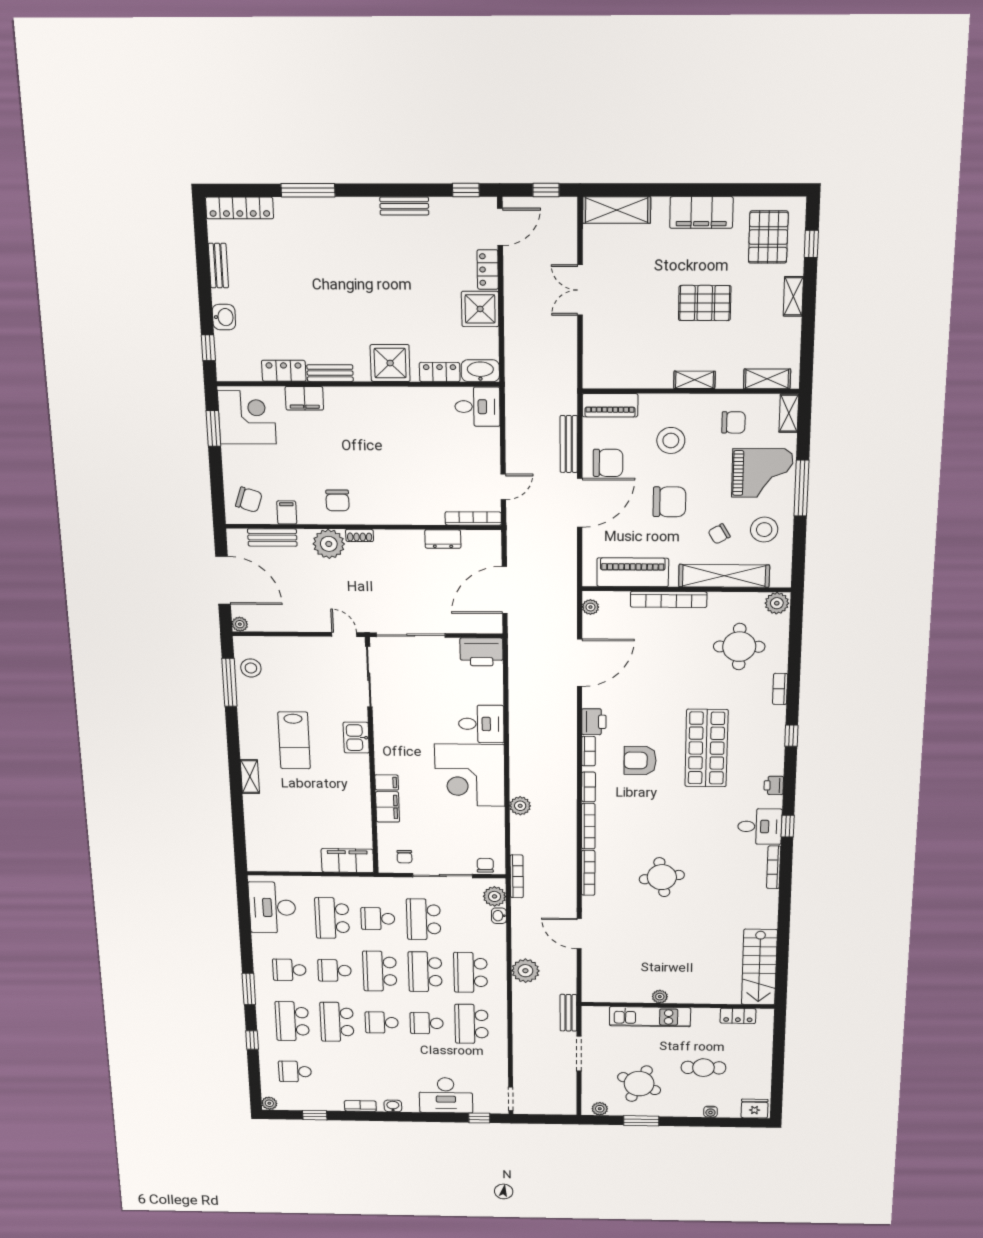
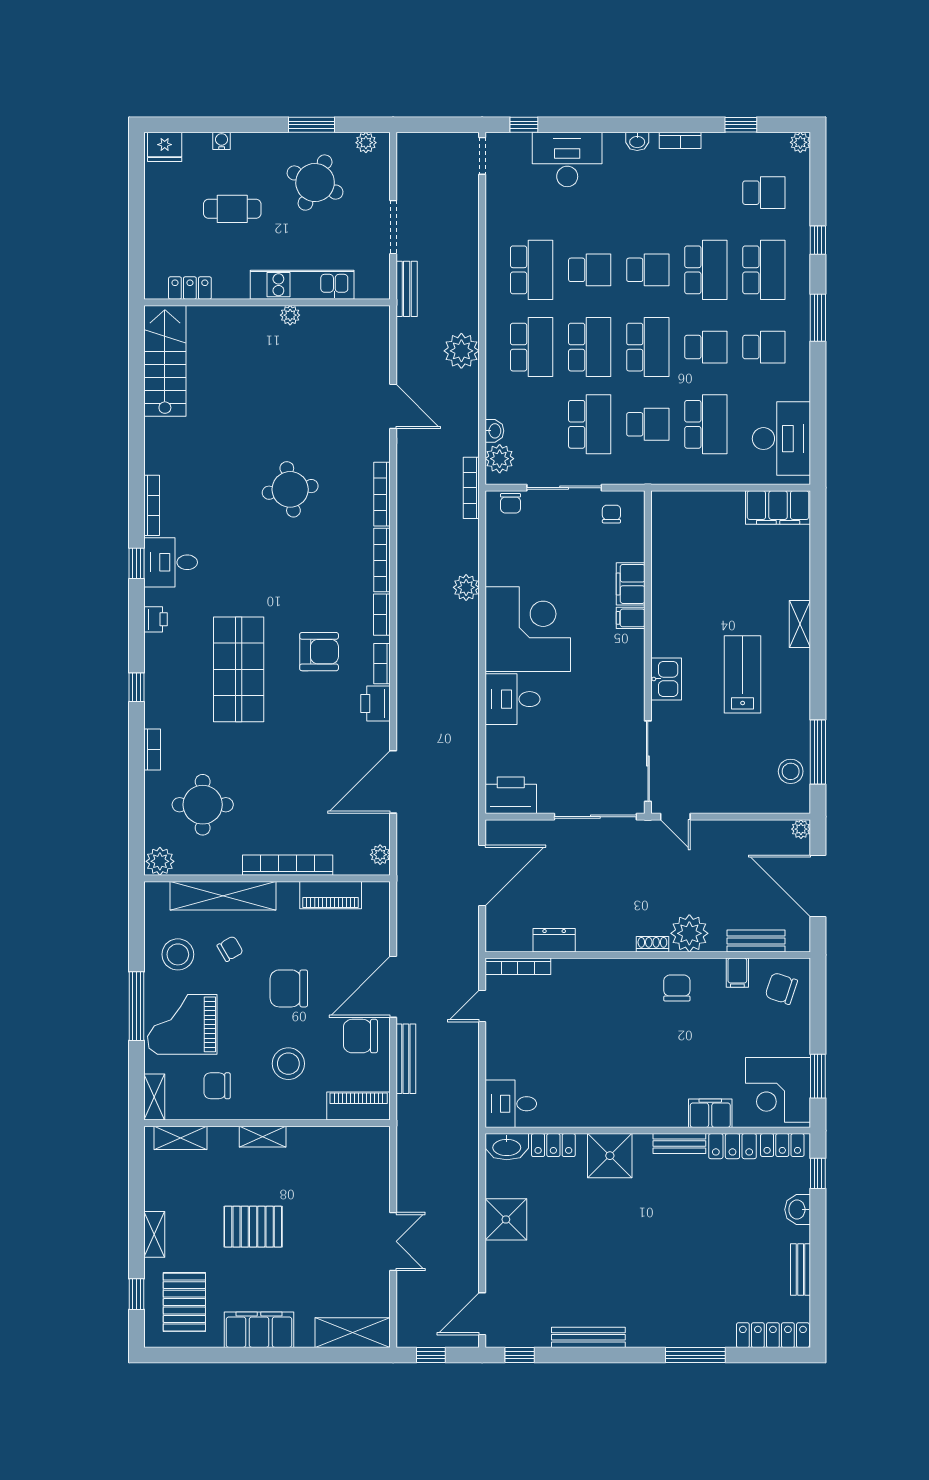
bench: (404, 206) -> (588, 1337), width x1.36
locker: (488, 270) -> (782, 1145), moved, turned 90
piano: (633, 572) -> (331, 895), width x0.73, depth x0.75
filing cabinet: (348, 861) -> (778, 507), moved

